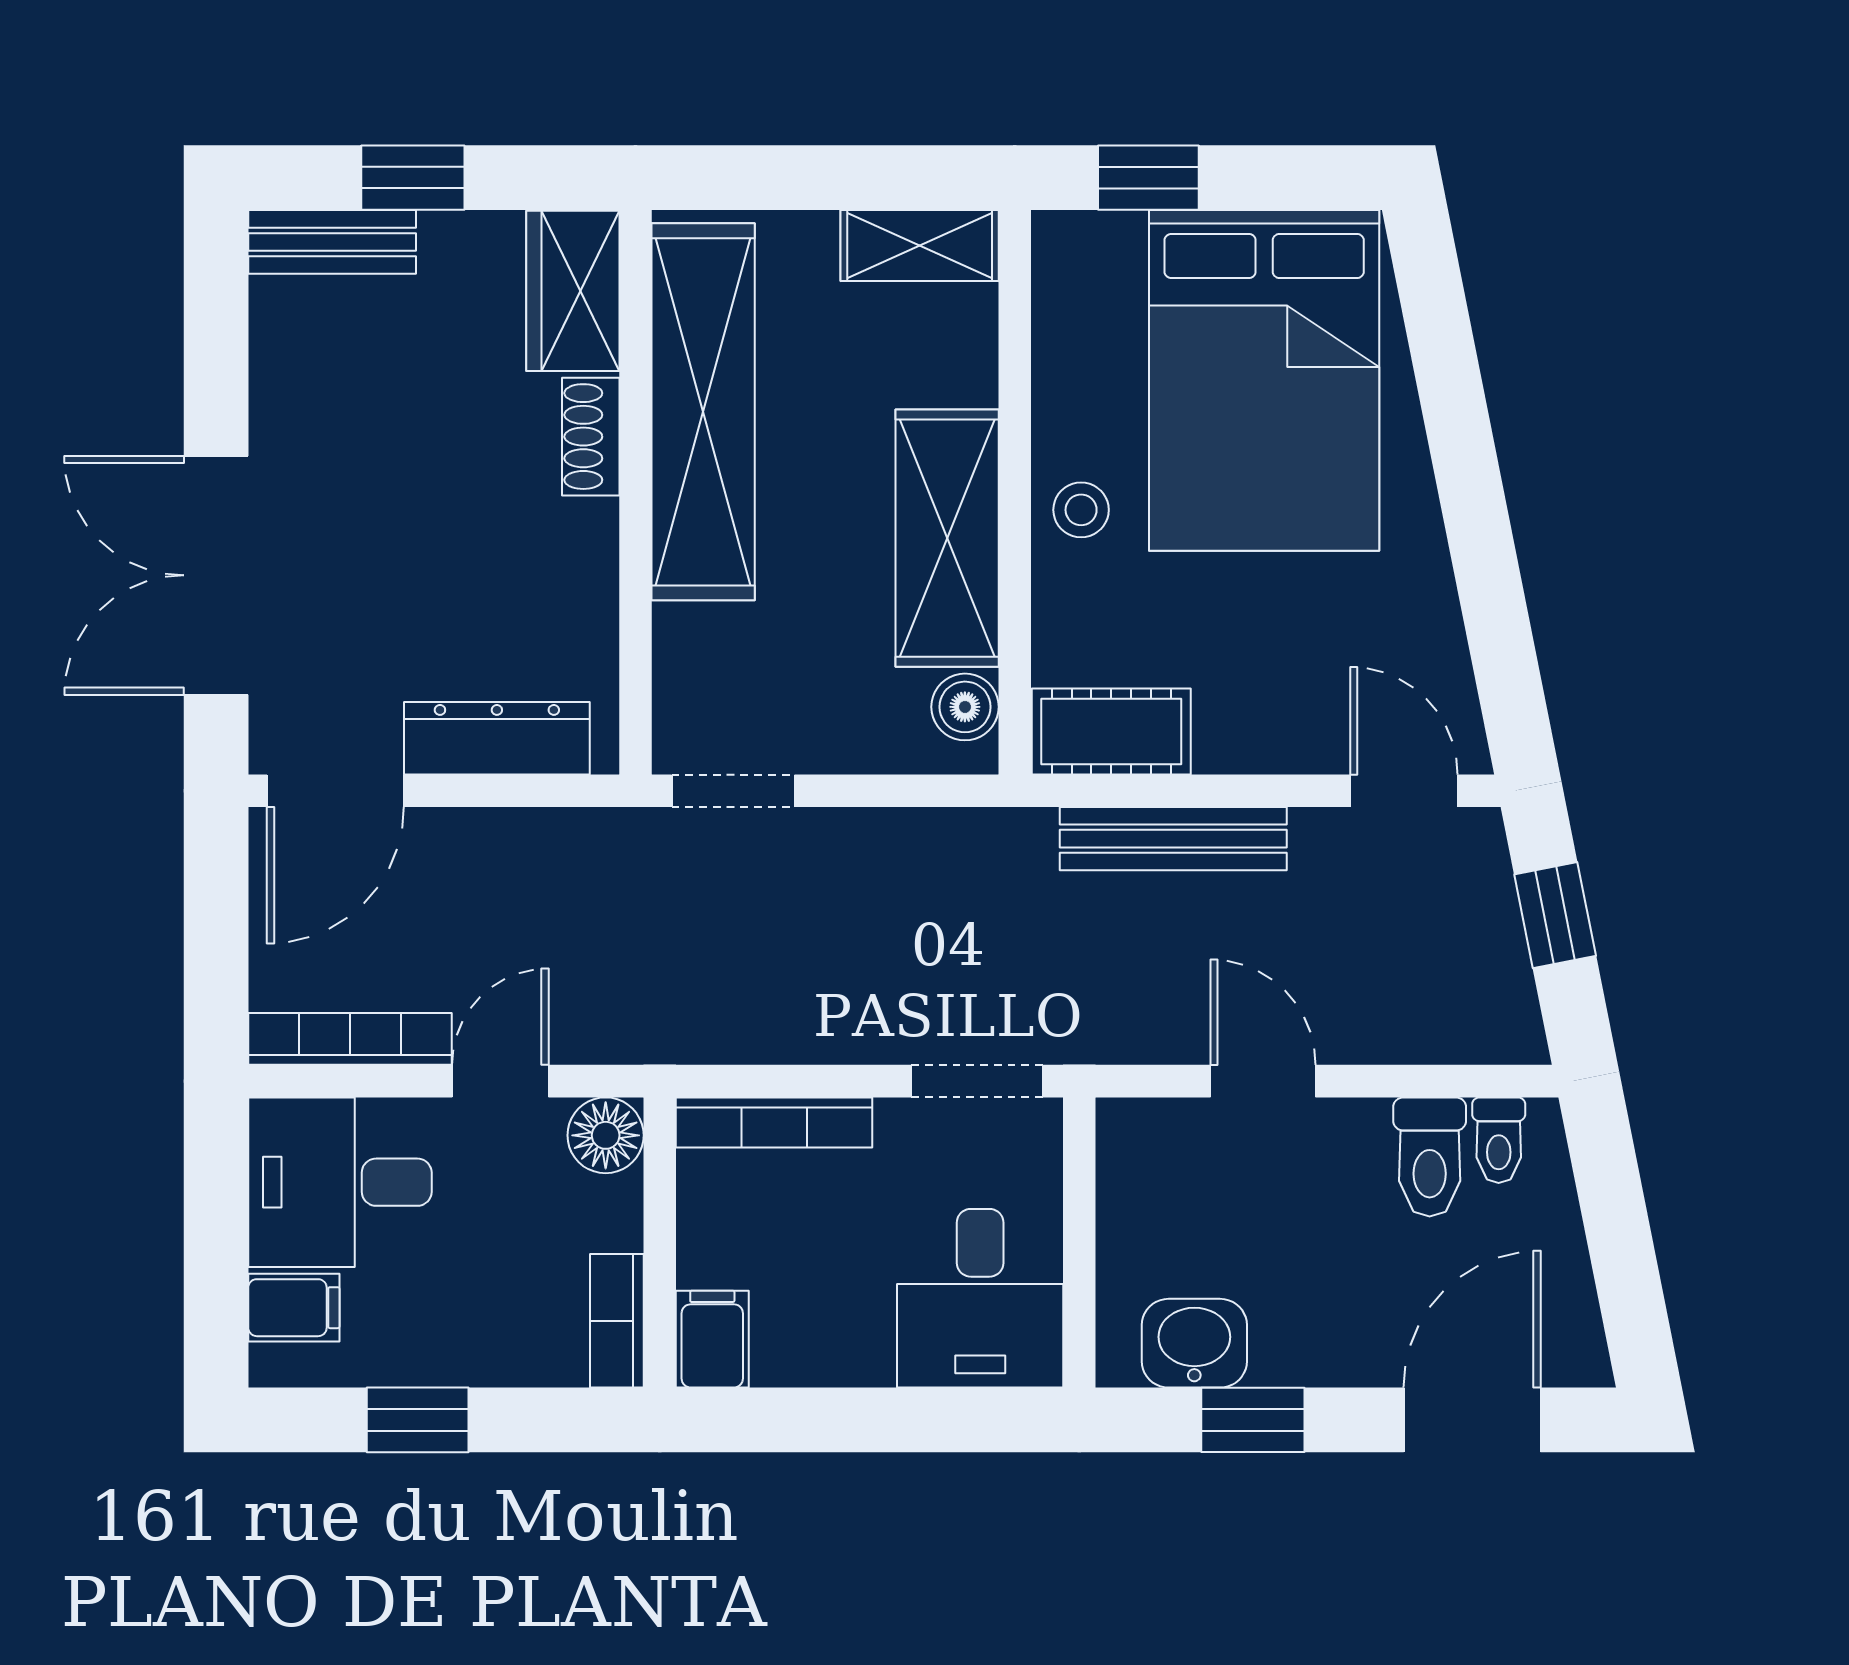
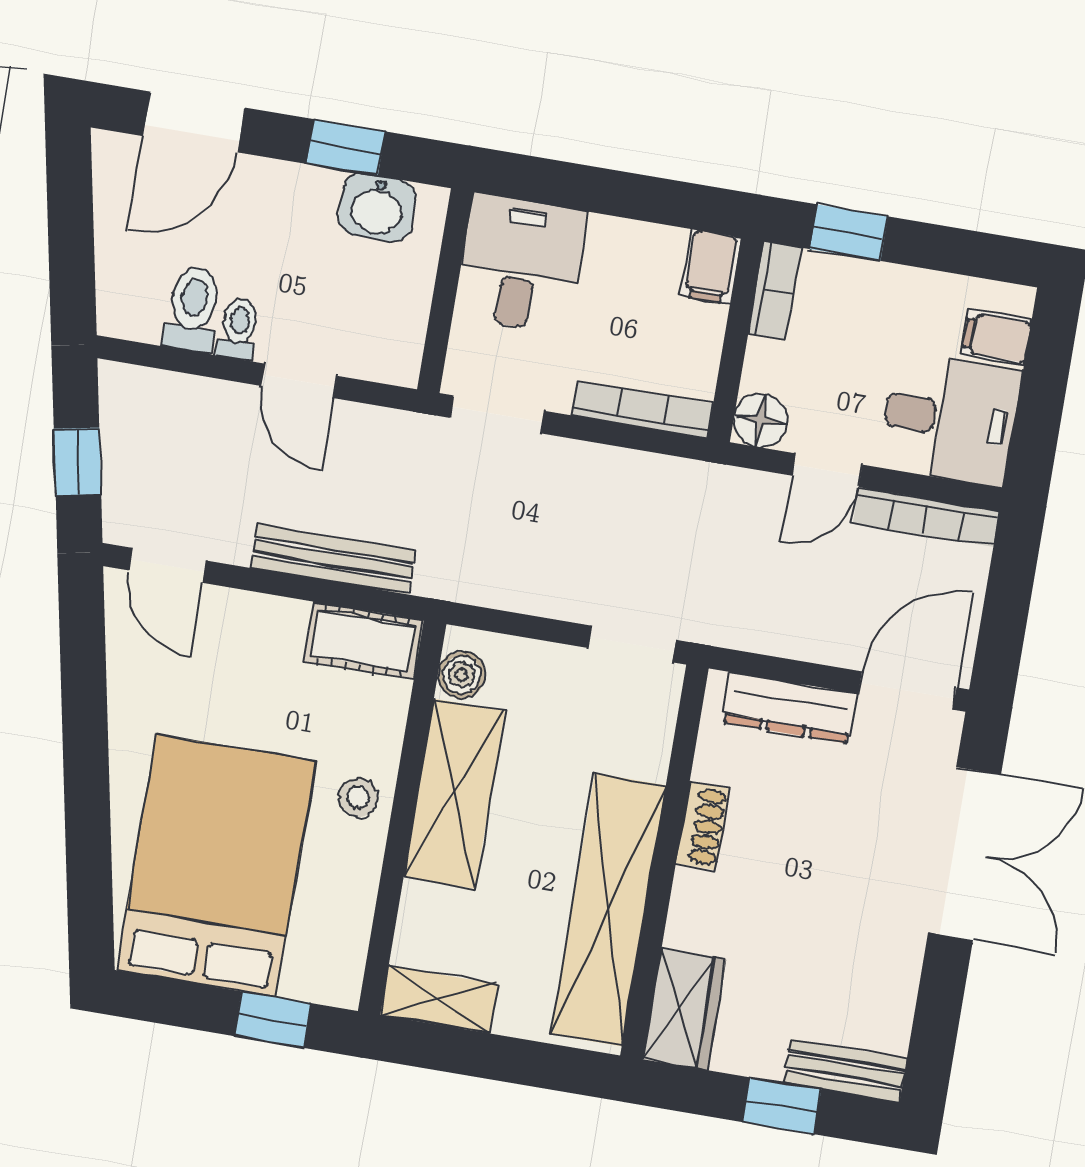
shoe rack: (591, 437) -> (702, 826), moved
toilet: (1499, 1140) -> (238, 329), moved
window: (418, 1420) -> (849, 233), moved

